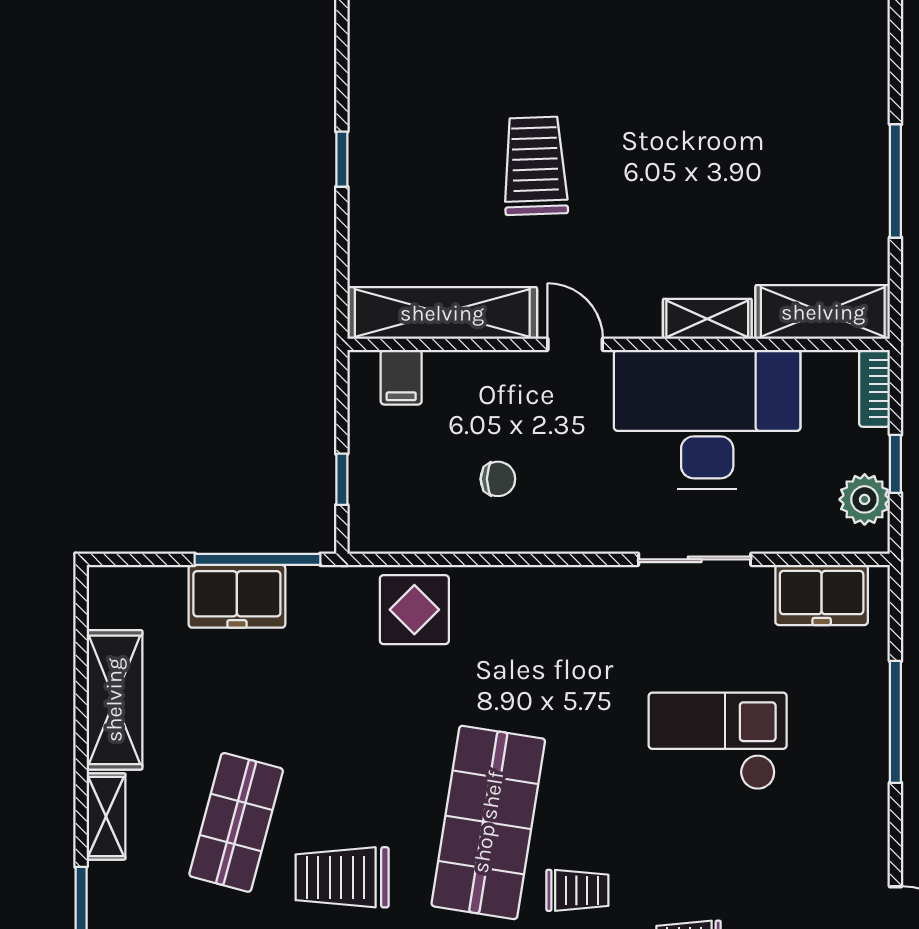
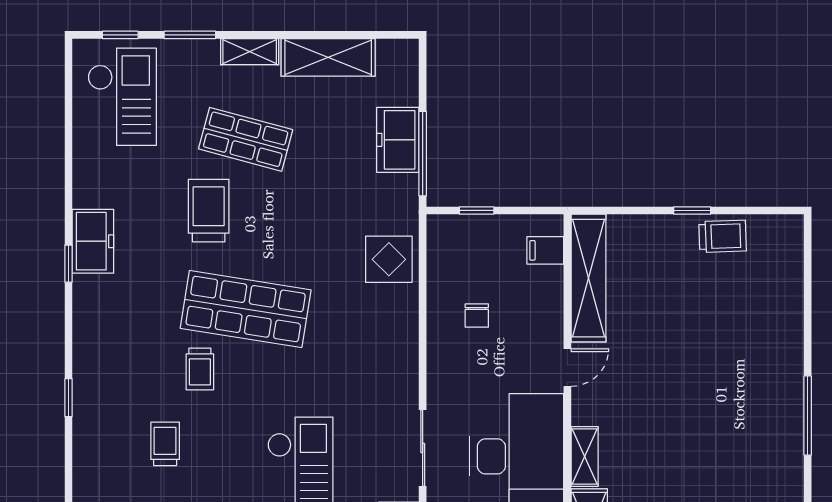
trolley: (535, 166) -> (723, 236), moved, width x0.73, depth x0.72

